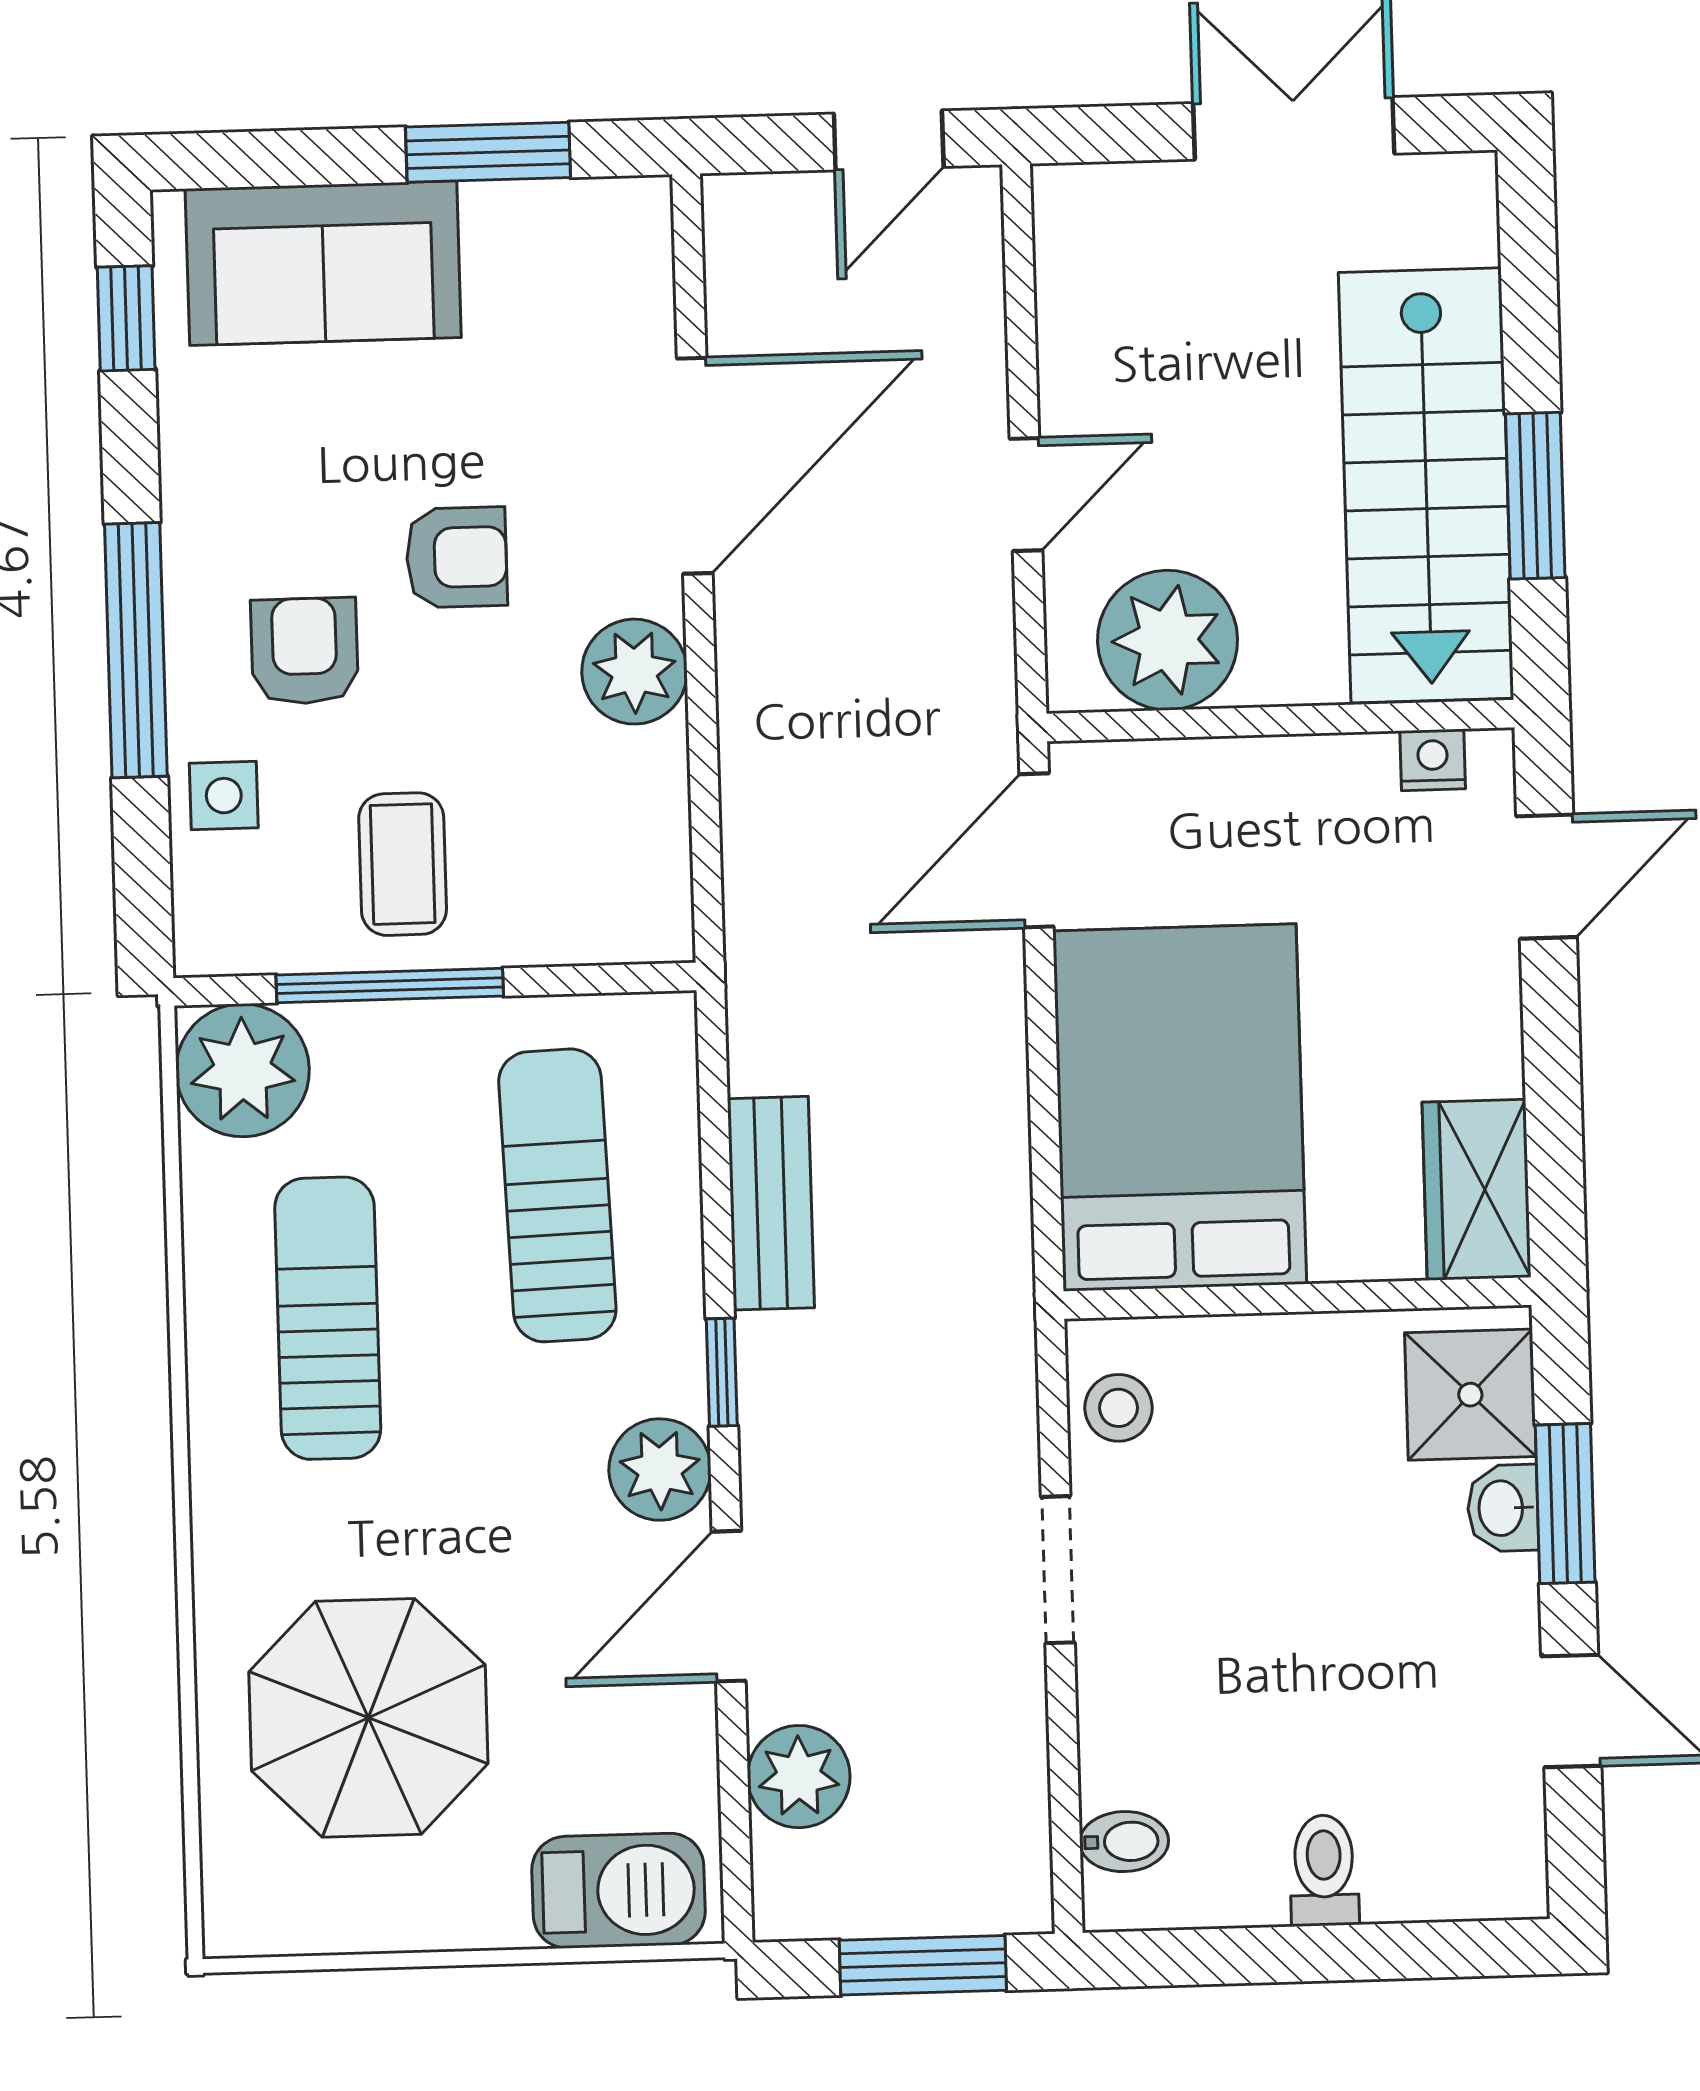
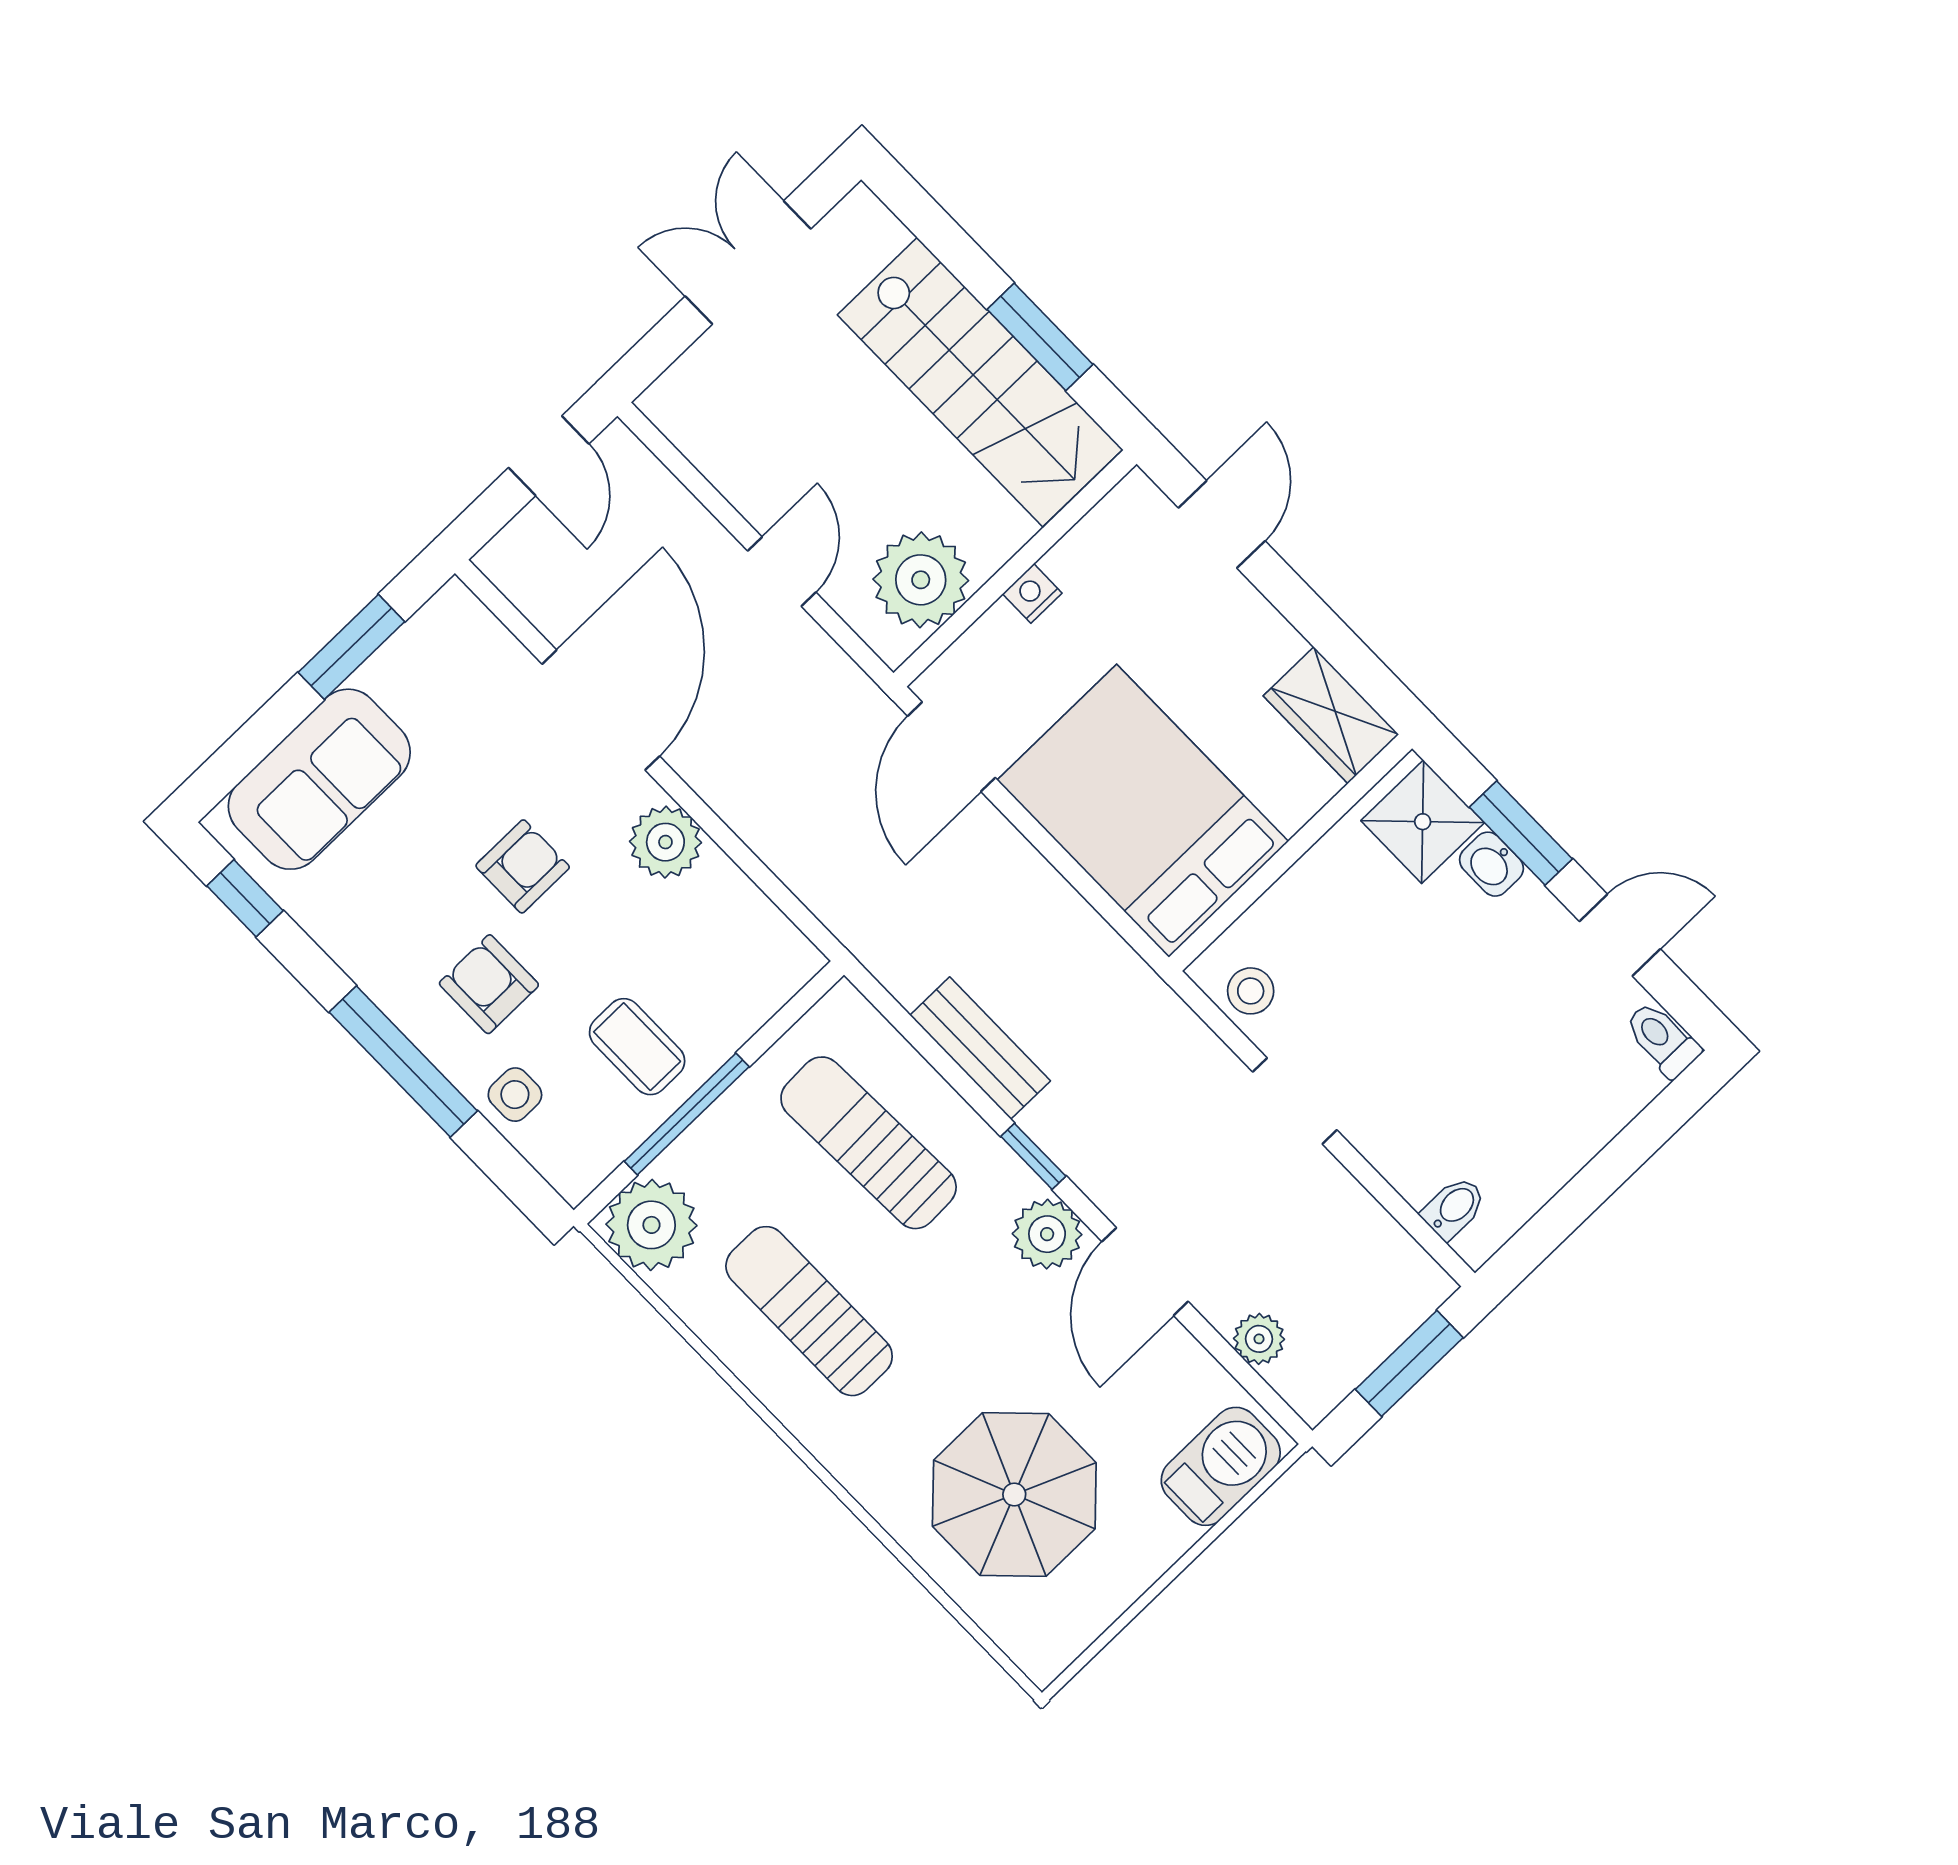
nightstand: (1433, 760) -> (1032, 593), moved
plant: (799, 1777) -> (1259, 1339), width x0.73, depth x0.73
toilet: (1324, 1870) -> (1662, 1039), moved

